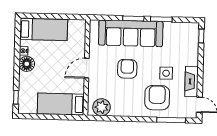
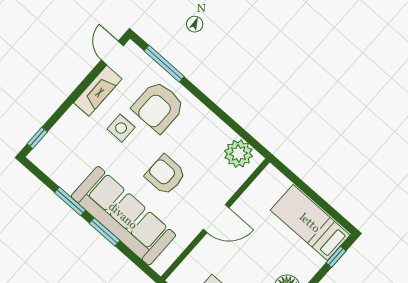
armchair: (127, 69) -> (165, 175), turned 90
bed: (61, 104) -> (310, 223), moved, turned 180

